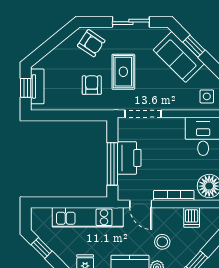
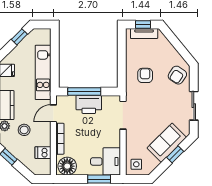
rug: (123, 72) -> (155, 100), removed
armchair: (92, 85) -> (145, 75), turned -90

